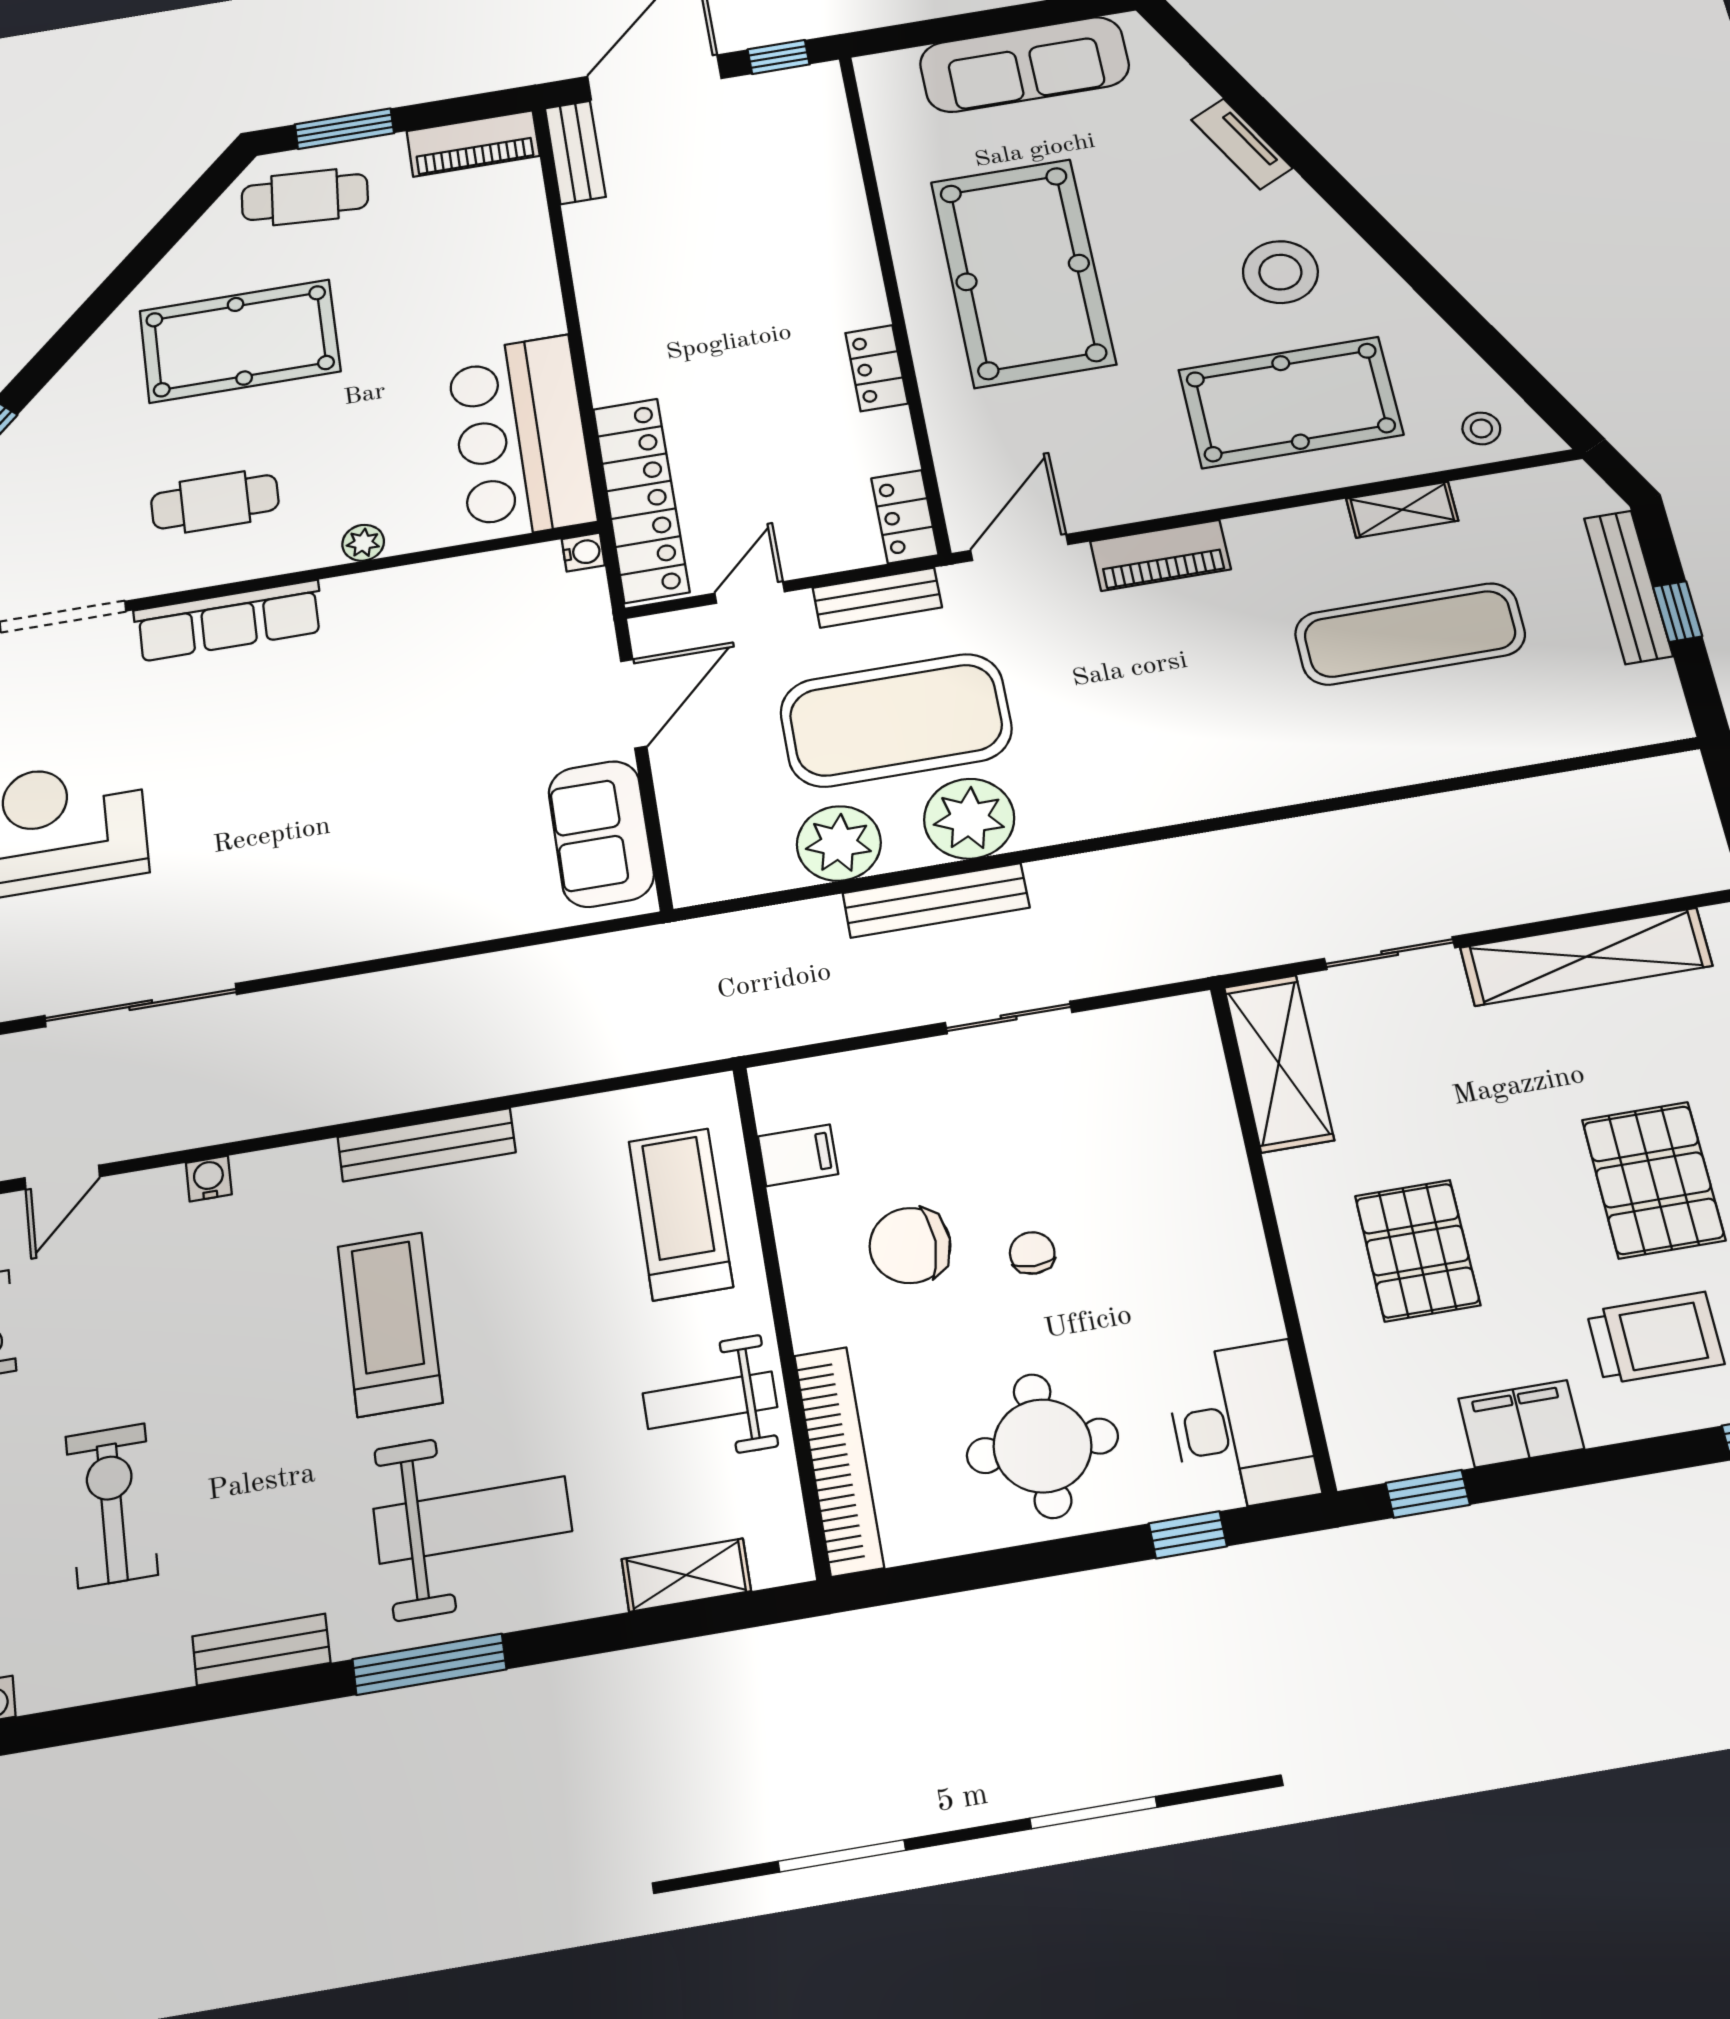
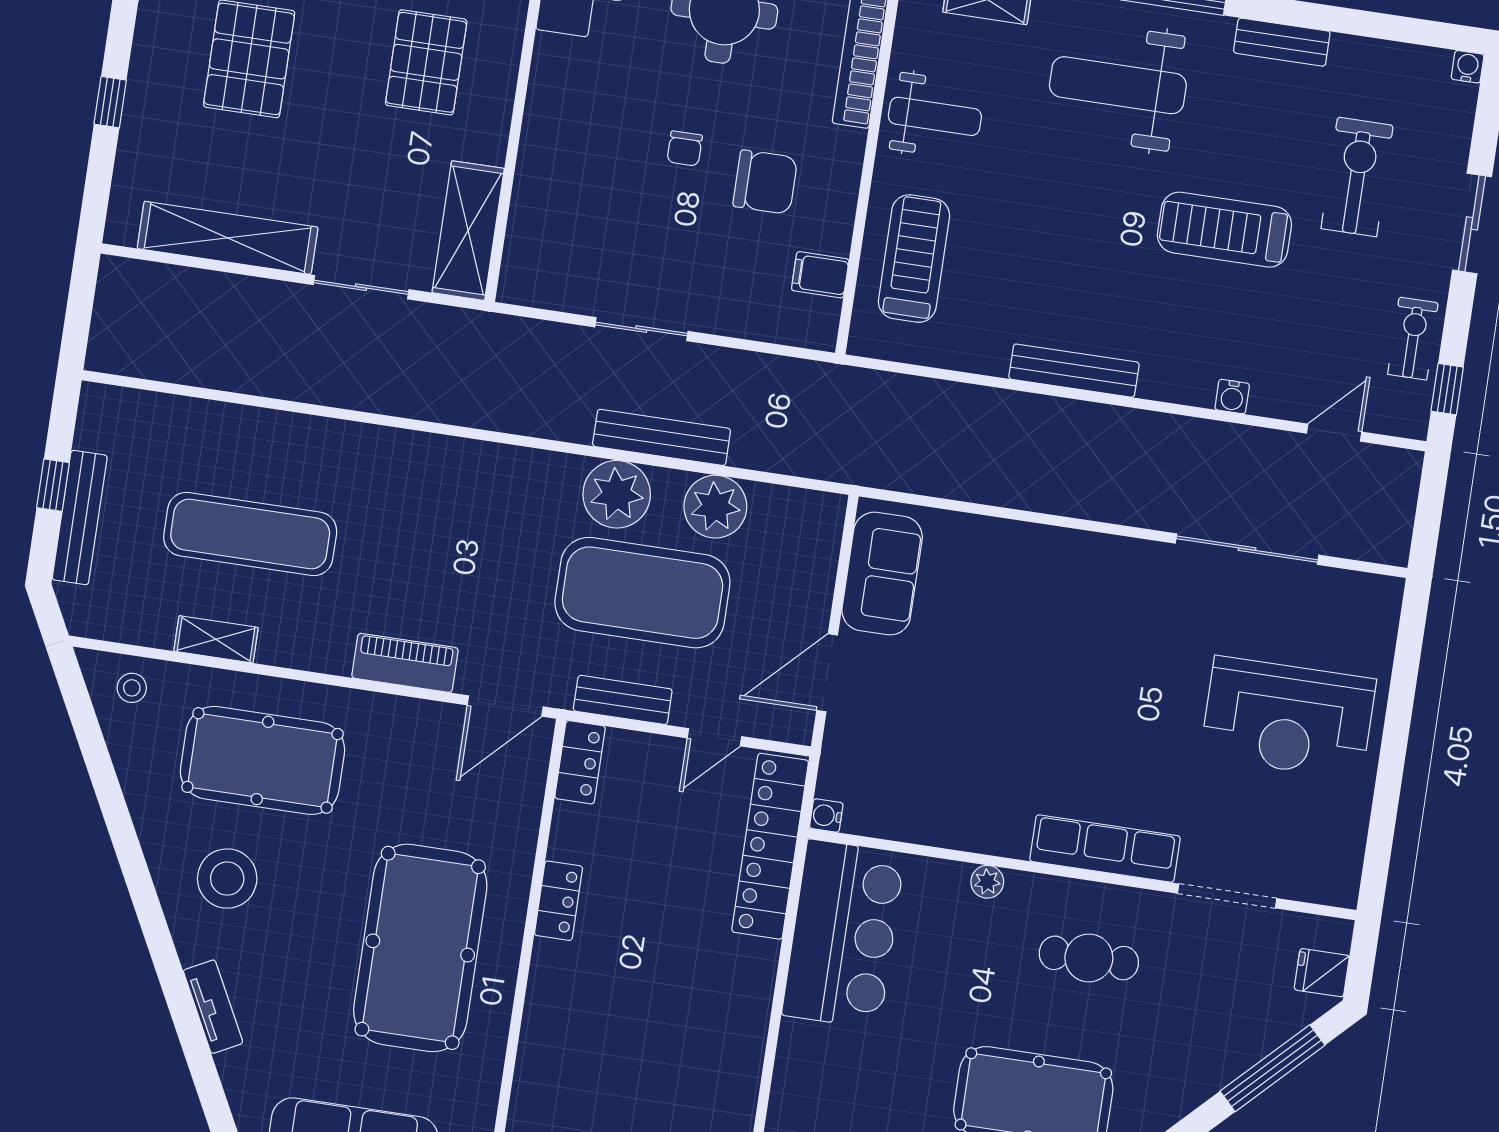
treadmill: (681, 1214) -> (914, 259), turned 180
treadmill: (390, 1324) -> (1224, 230), moved, turned 90
exercise bike: (112, 1505) -> (1357, 177), turned 180

